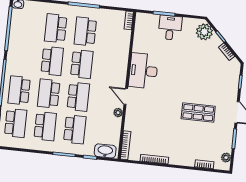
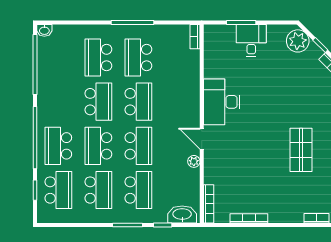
shop shelf: (198, 113) -> (301, 150), turned 90

